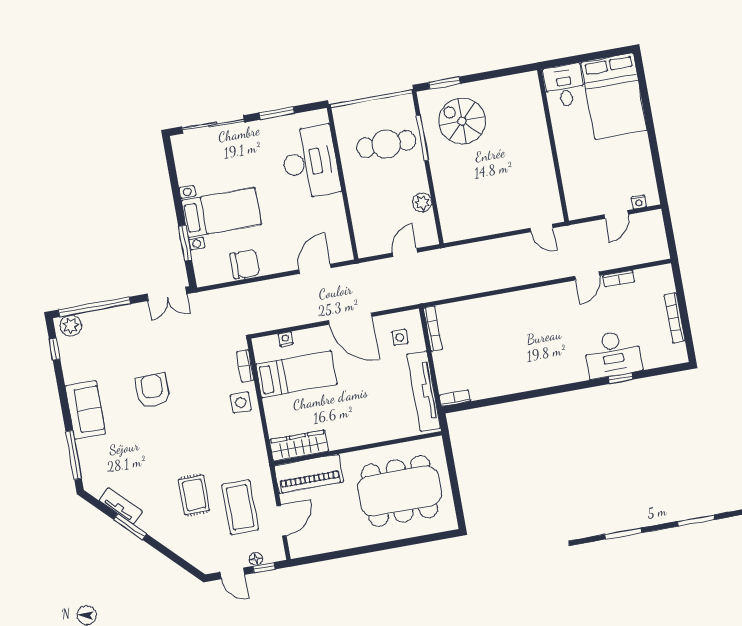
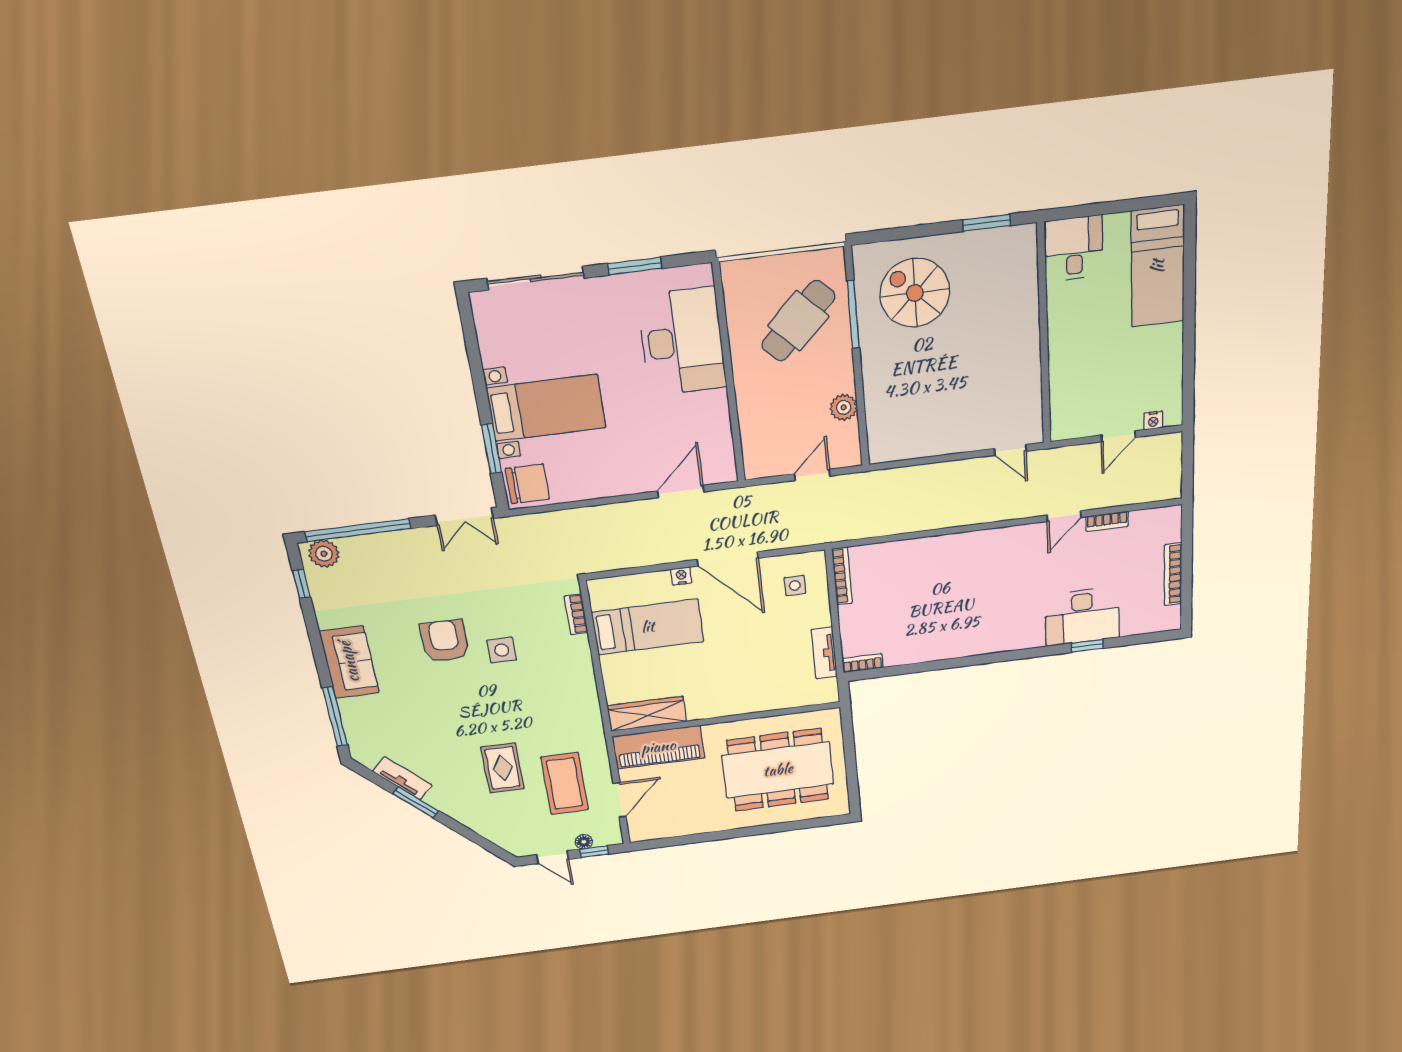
window: (444, 83) -> (987, 223), moved
bed: (614, 96) -> (1158, 266), width x0.67
cafe table: (386, 144) -> (798, 321), turned -45
chair: (245, 264) -> (527, 484), moved
nightstand: (285, 339) -> (681, 576), moved
tv unit: (424, 391) -> (824, 653), width x0.52, depth x0.78
side table: (241, 402) -> (502, 650), moved

